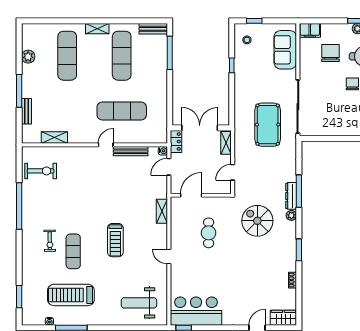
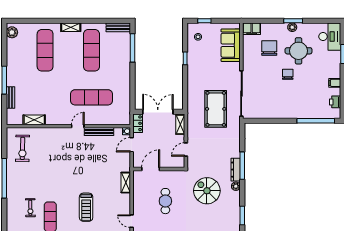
plant: (28, 57) -> (12, 32), moved
exercise bike: (41, 171) -> (22, 148), turned 91

